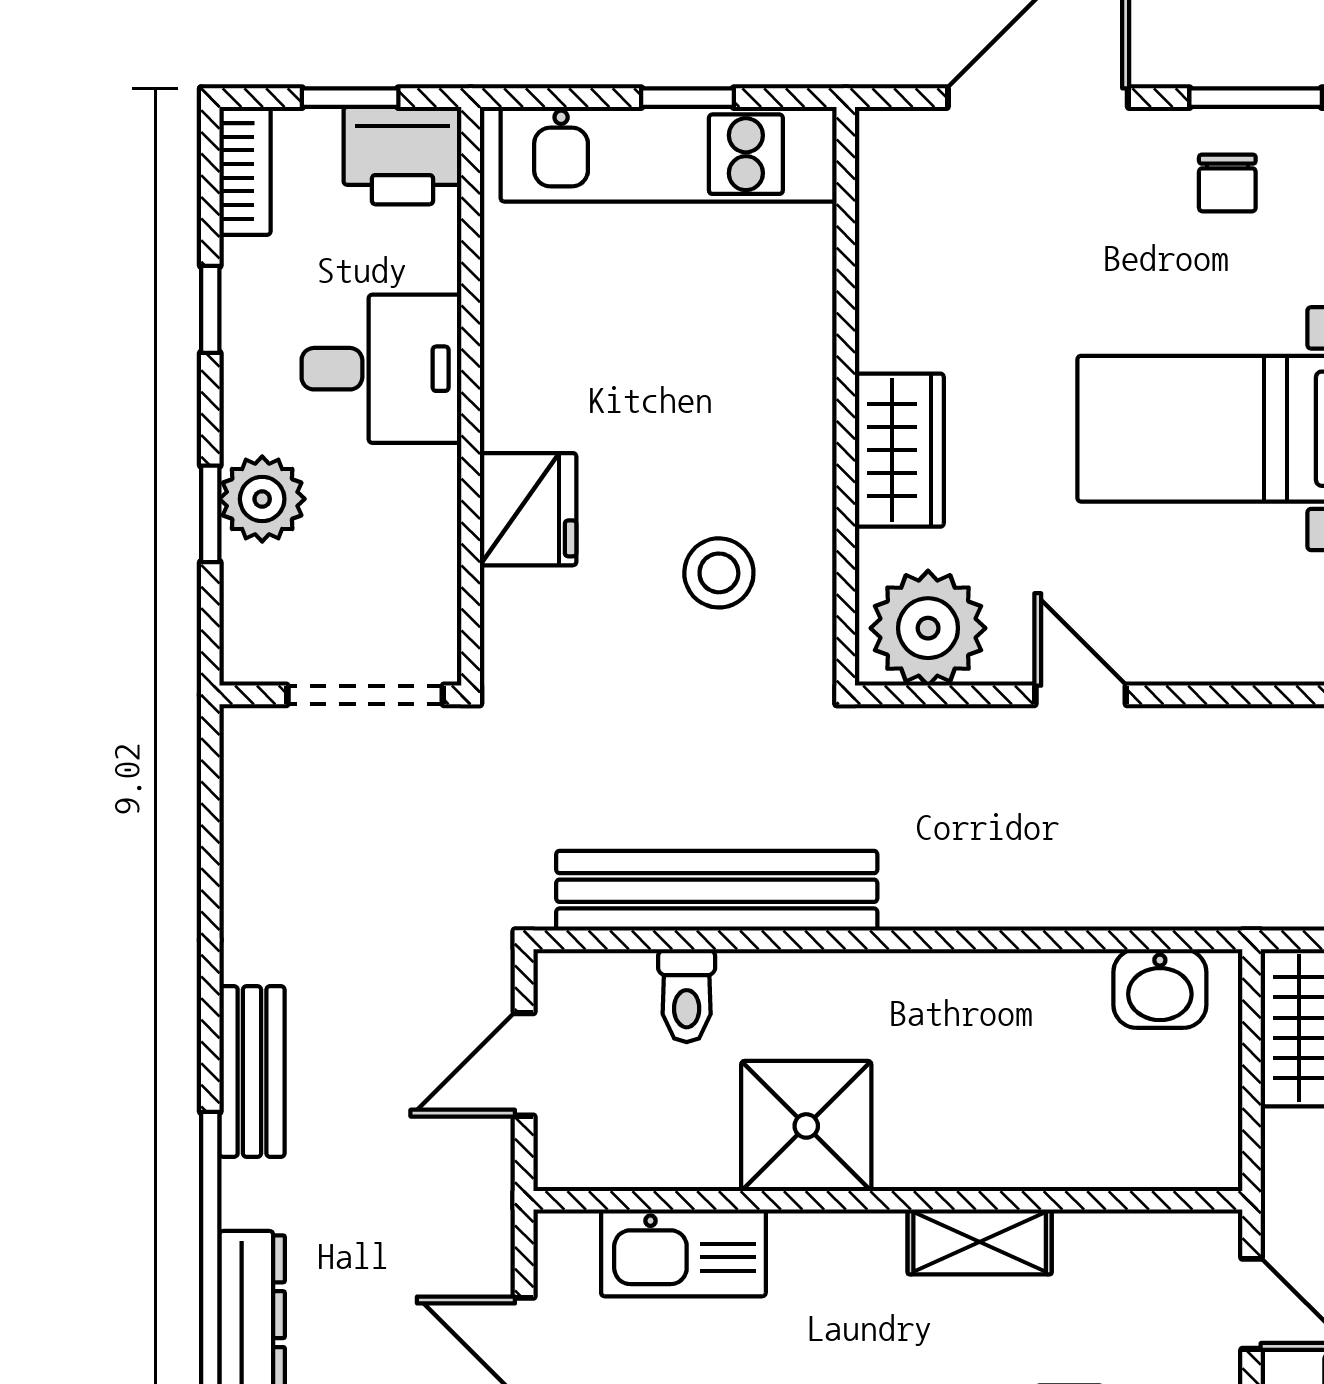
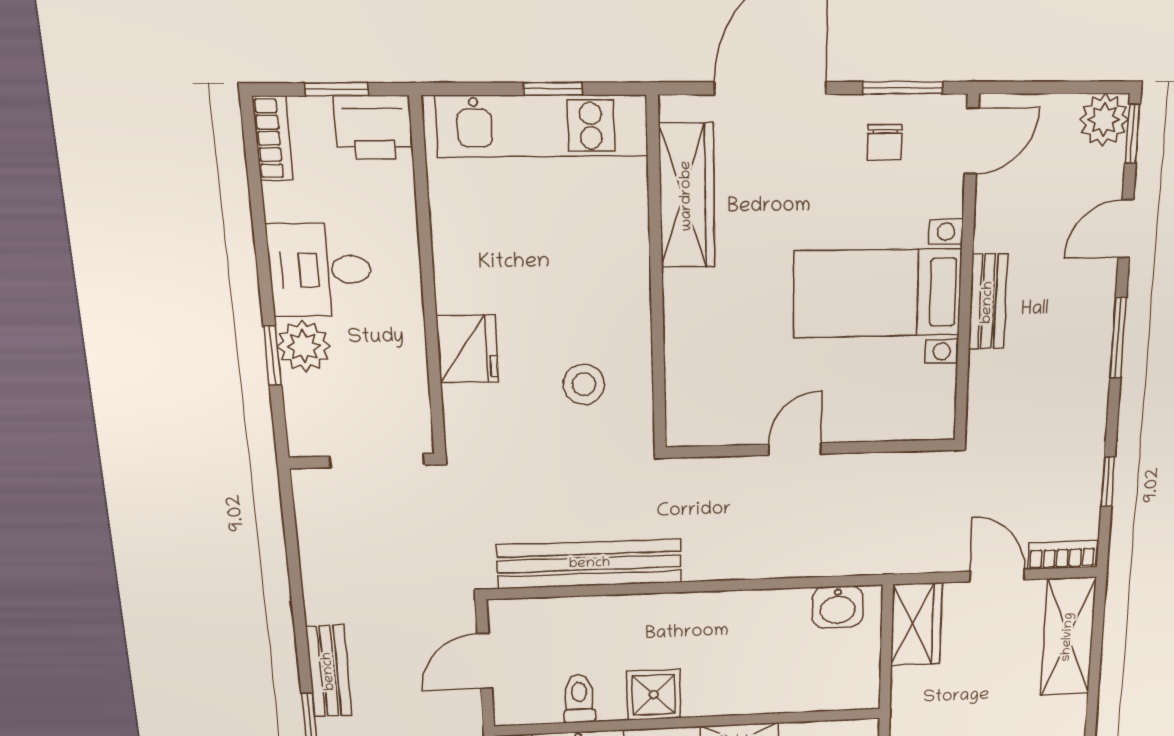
window: (210, 309) -> (259, 229), removed
desk: (381, 369) -> (320, 270), moved, turned 180
wardrobe: (899, 450) -> (687, 196), moved, width x1.50
plant: (928, 628) -> (707, 413), removed
door: (1081, 695) -> (795, 449), hinge flipped
toilet: (687, 996) -> (579, 699), moved, turned 180
shower: (806, 1126) -> (654, 695), width x0.73, depth x0.73

